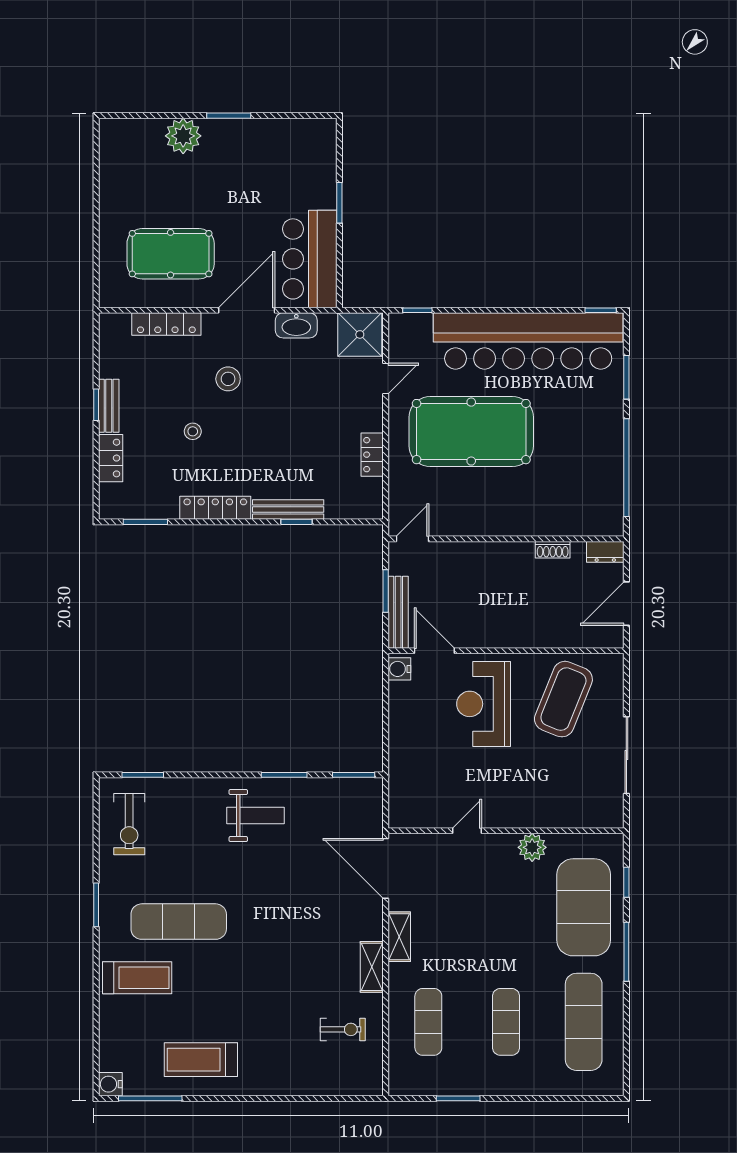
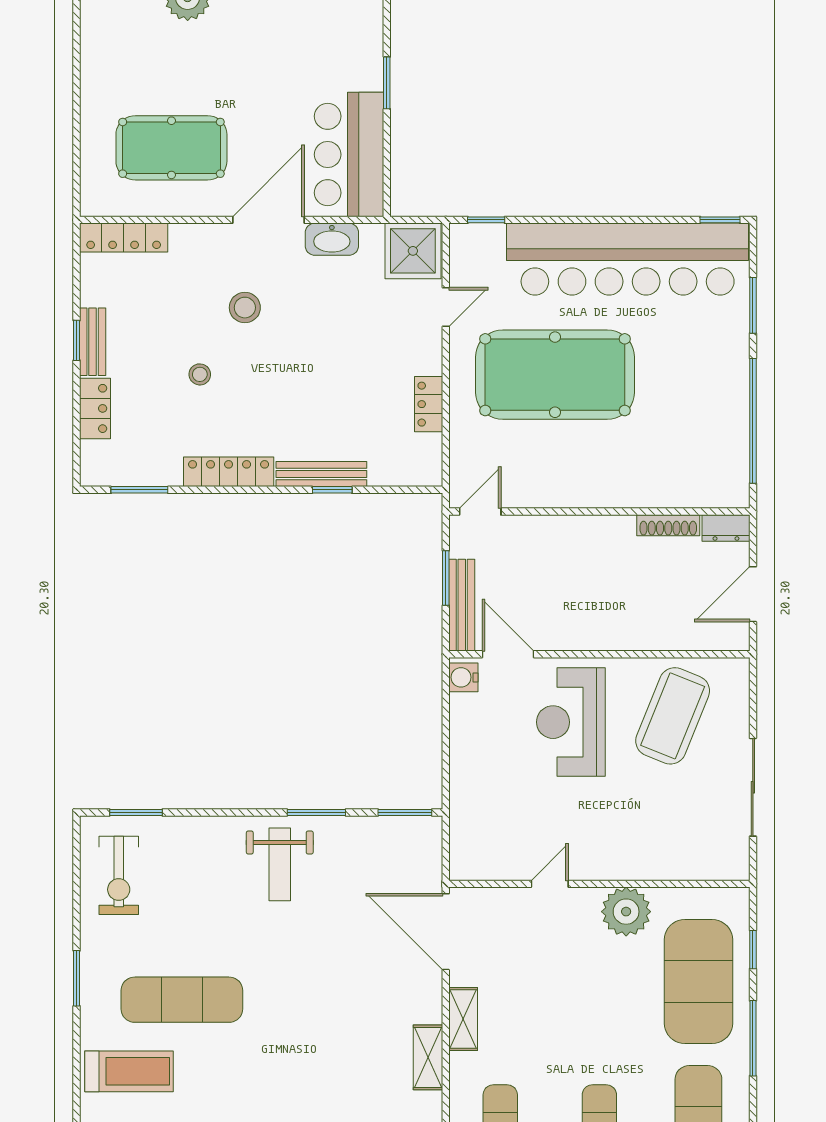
locker: (166, 324) -> (124, 238), moved
shoe rack: (553, 550) -> (668, 525), width x1.43
weight bench: (255, 816) -> (280, 864), turned 90
plant: (532, 847) -> (626, 912), width x1.36, depth x1.36

